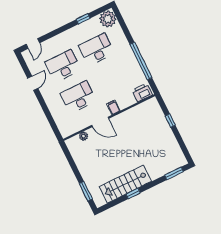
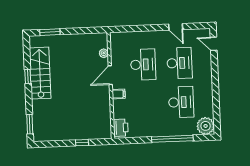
window: (83, 19) -> (216, 102), removed
window: (141, 61) -> (172, 139), moved

